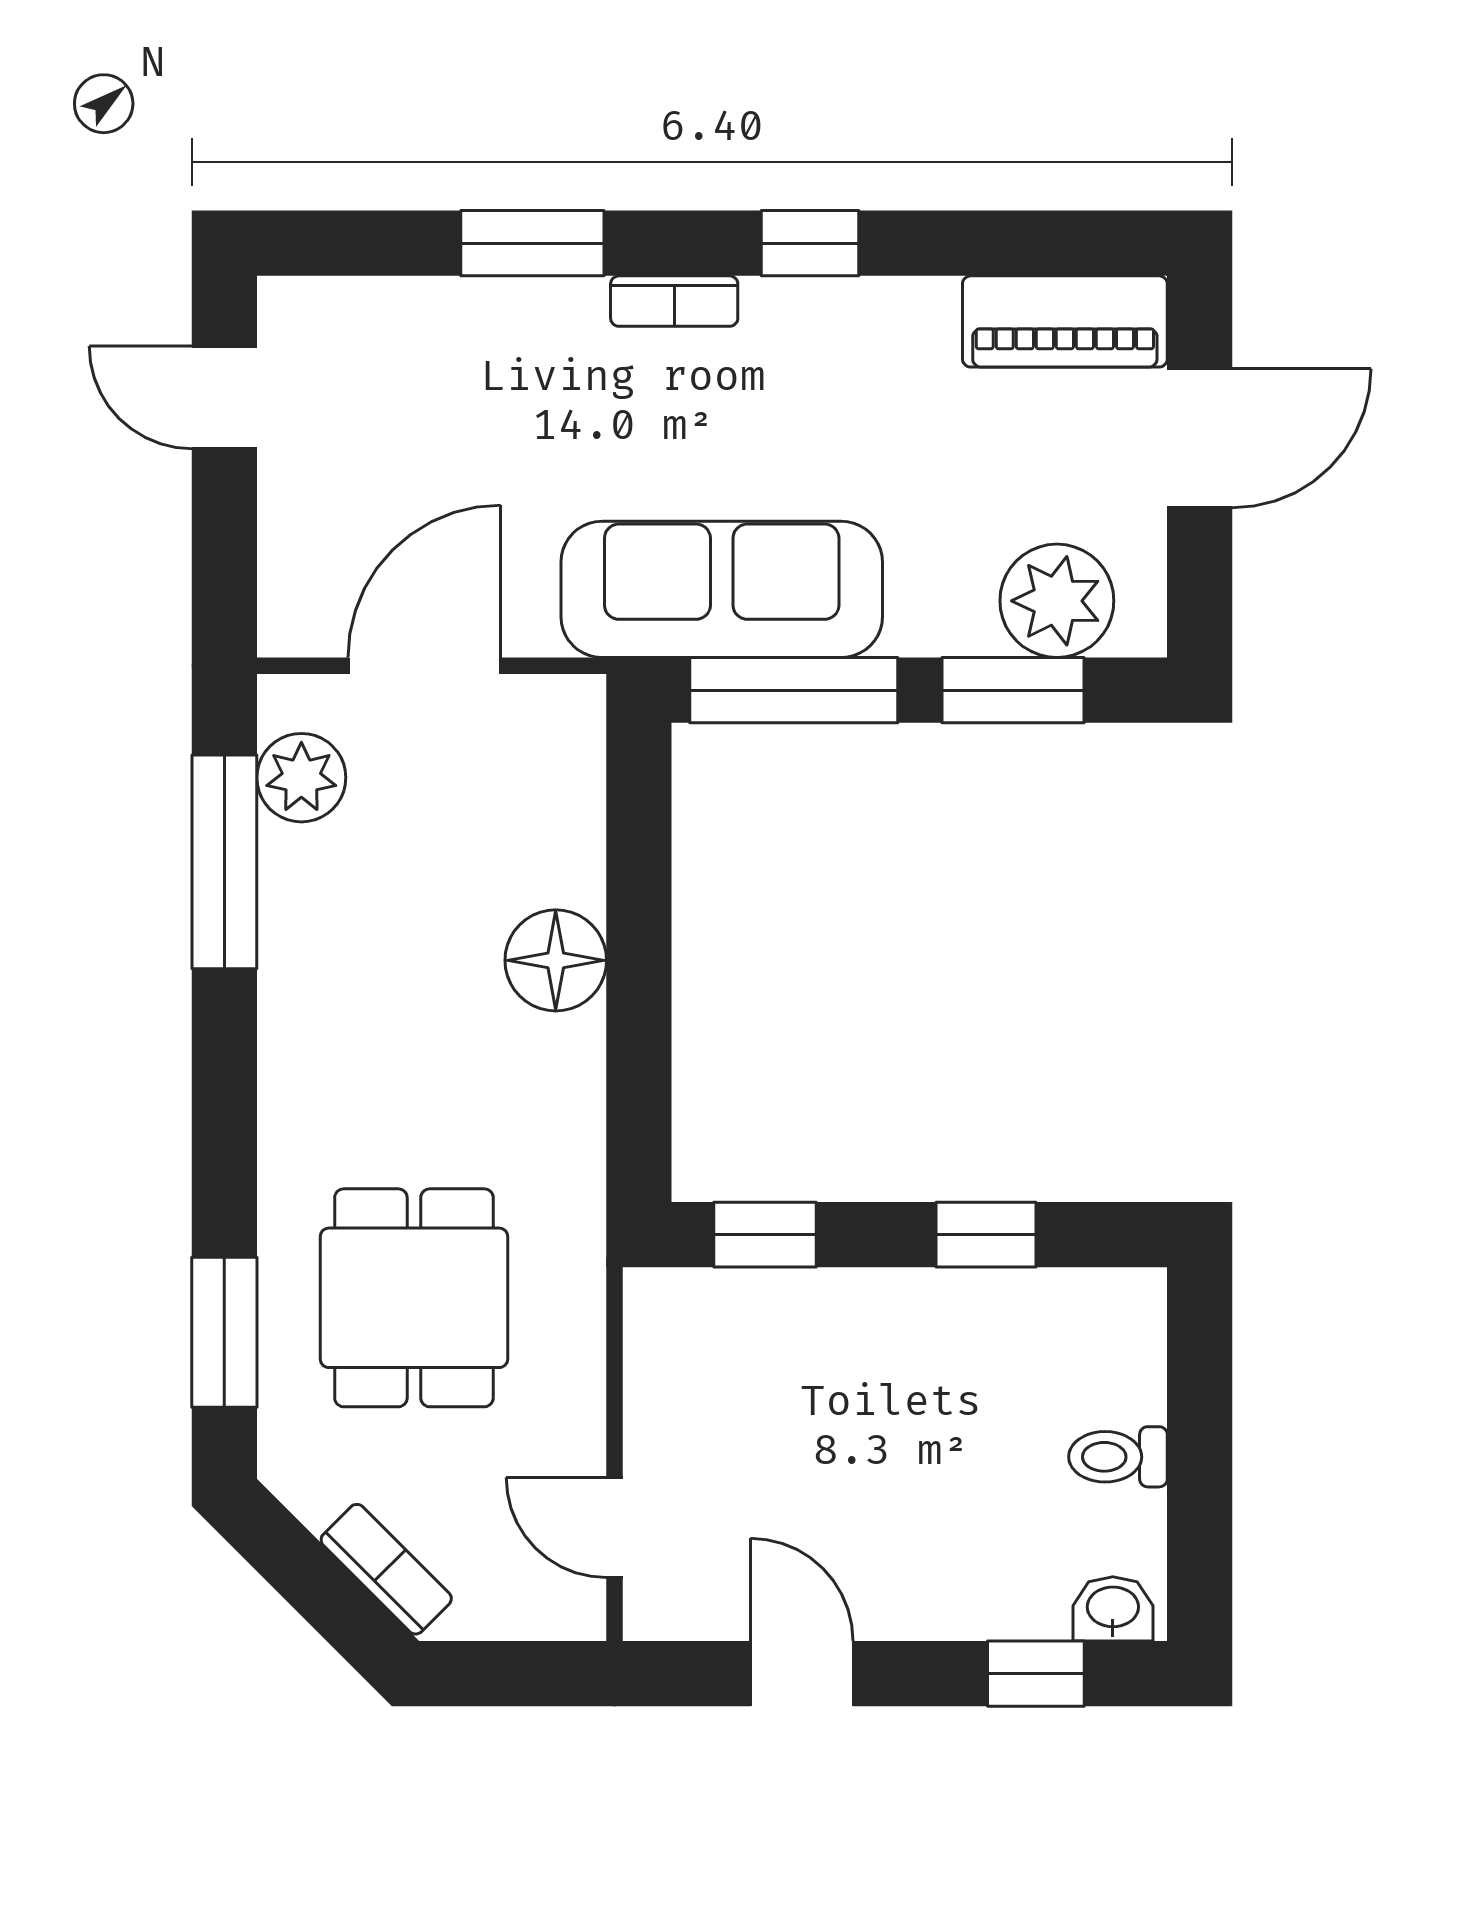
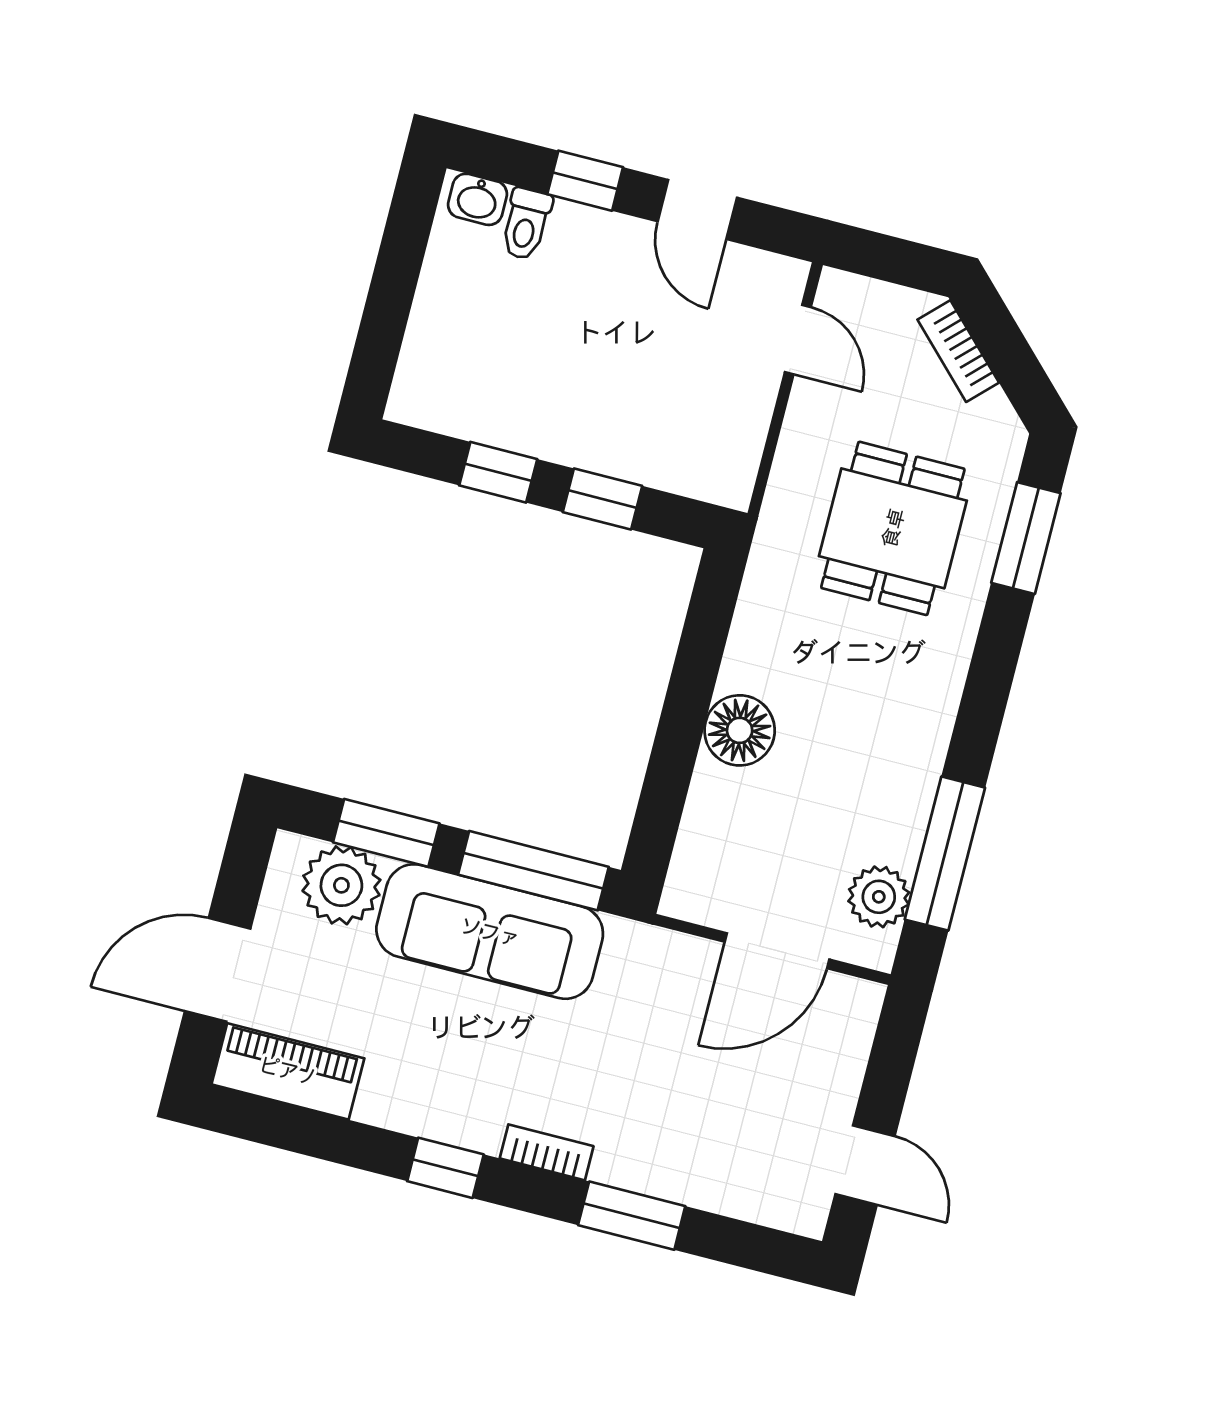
sofa: (722, 589) -> (490, 932), moved
window: (765, 1235) -> (602, 499), moved
toilet: (1118, 1457) -> (526, 224), moved, turned 90
window: (1036, 1674) -> (585, 181), moved

